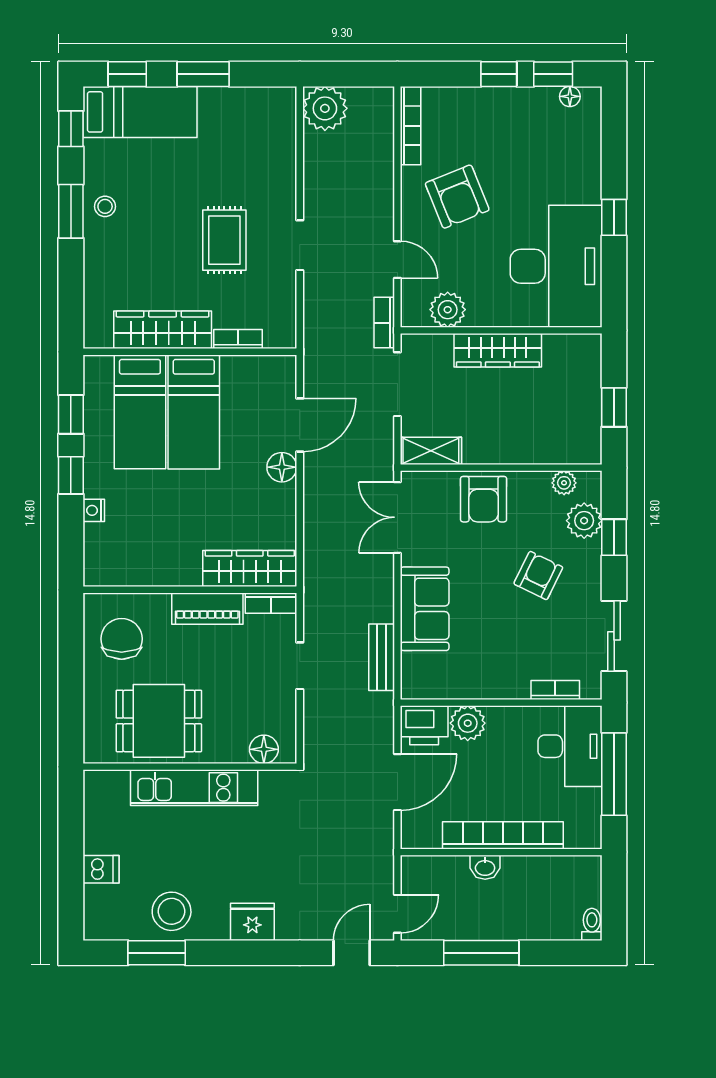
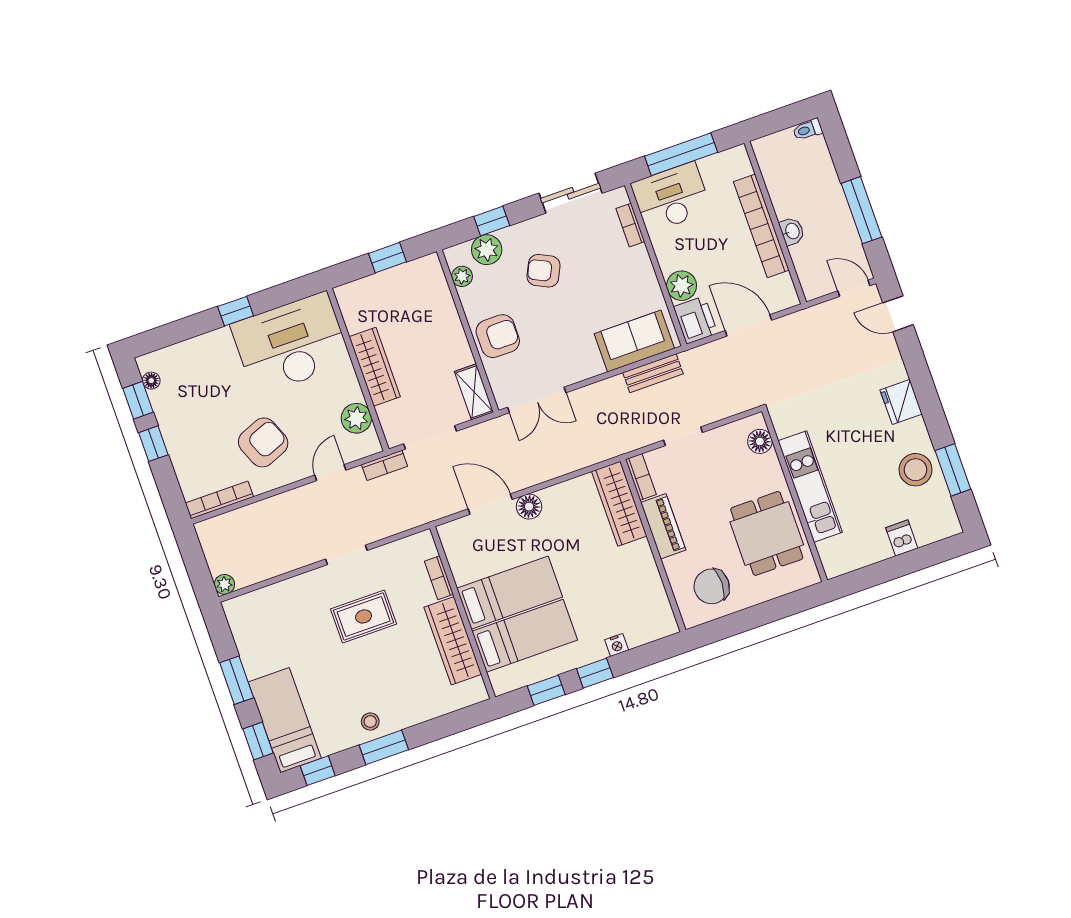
plant: (325, 108) -> (224, 584), width x0.53, depth x0.53
sofa: (425, 609) -> (634, 341), moved

